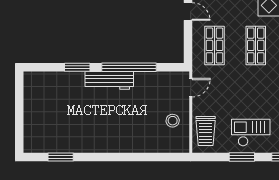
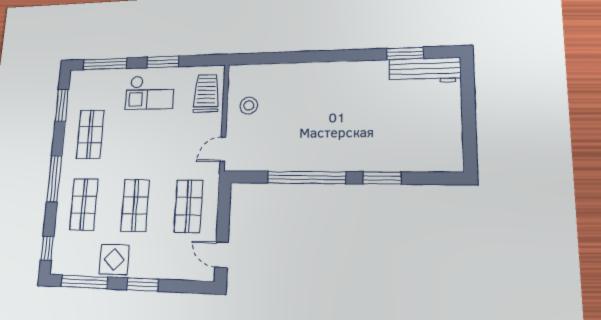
workbench: (109, 80) -> (425, 70), moved, turned 180

